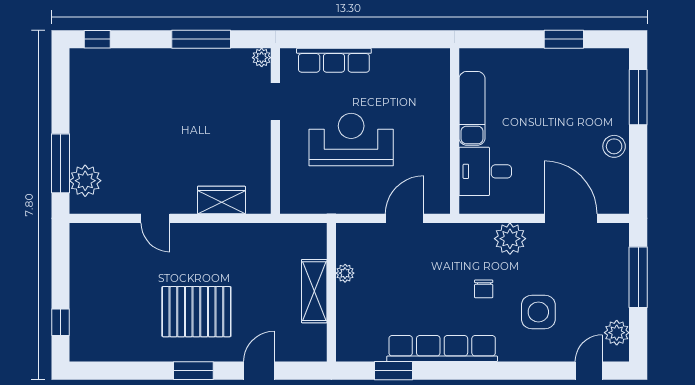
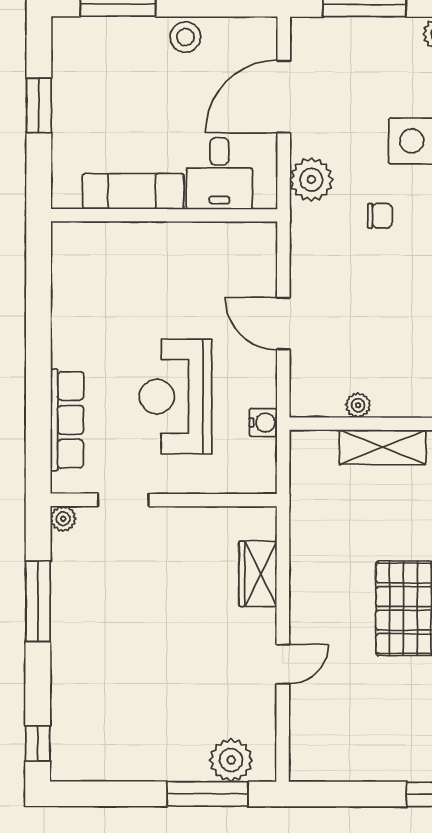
exam couch: (472, 108) -> (133, 191), moved
wall: (455, 131) -> (164, 215), moved
desk: (485, 171) -> (219, 174), moved
water cooler: (332, 204) -> (263, 422), added

